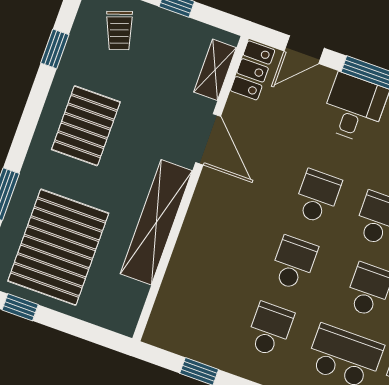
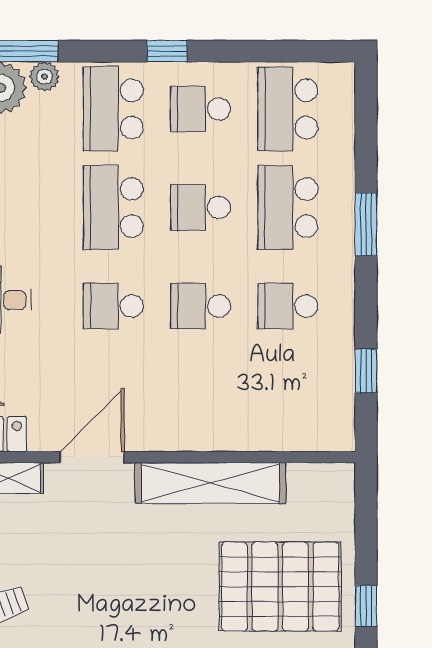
pallet: (86, 126) -> (127, 605), removed

